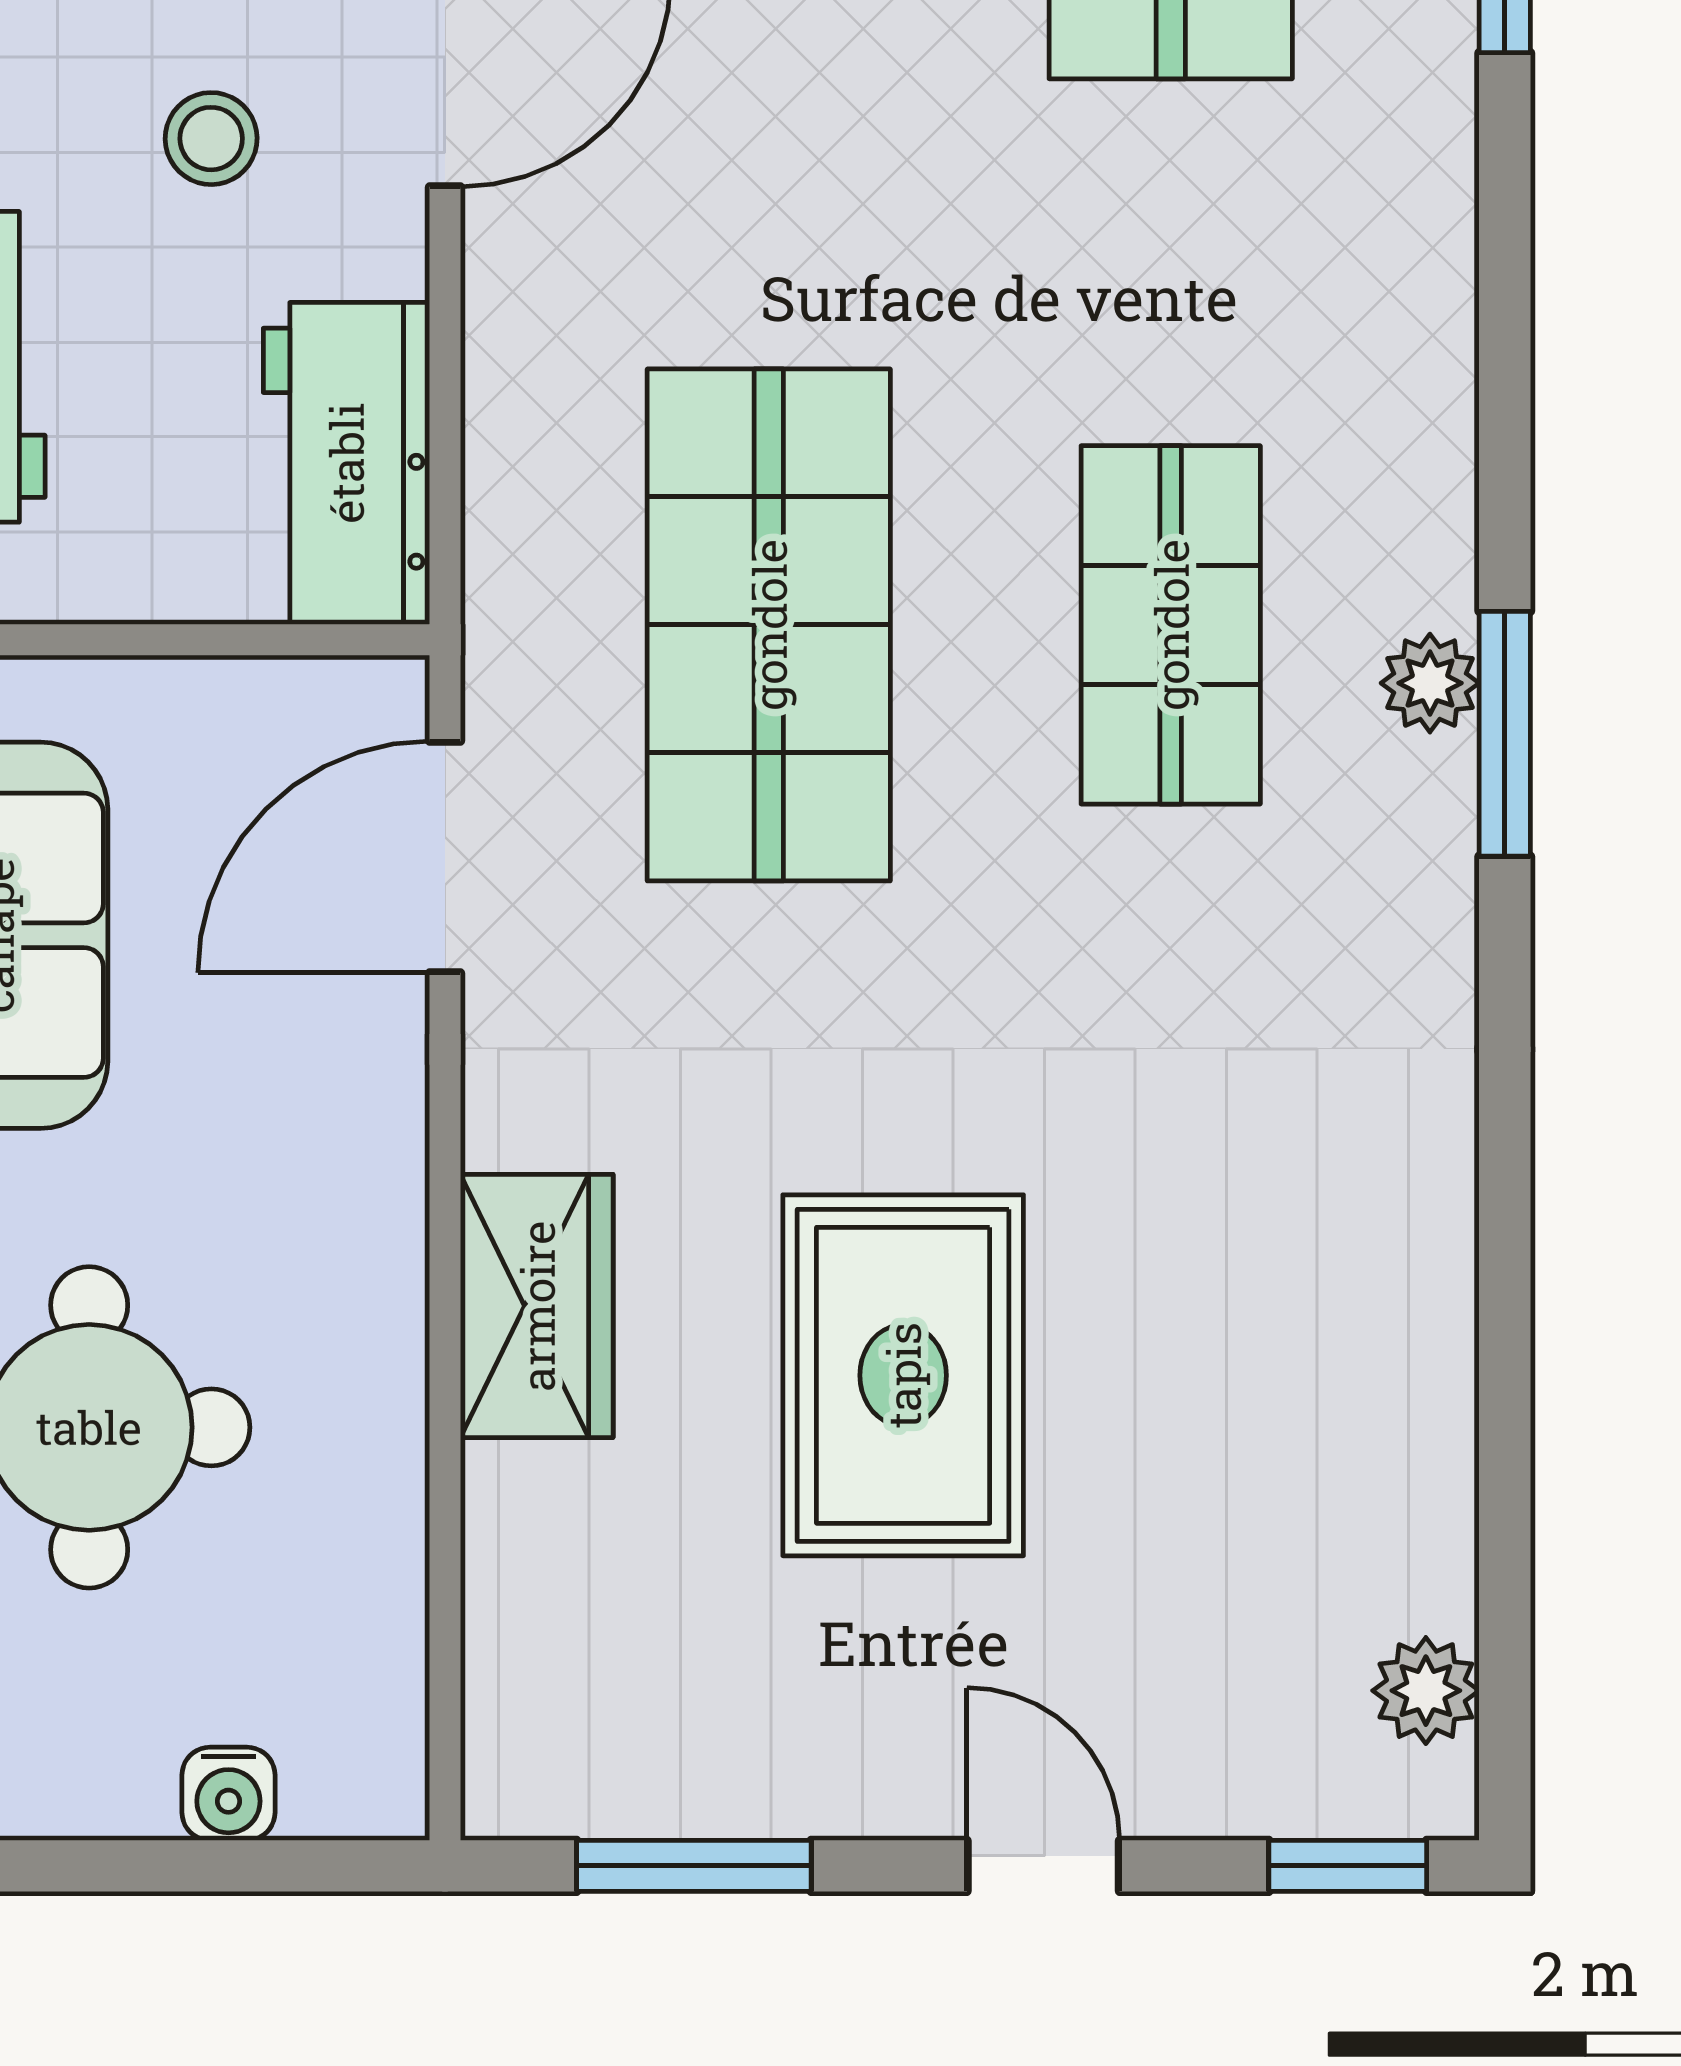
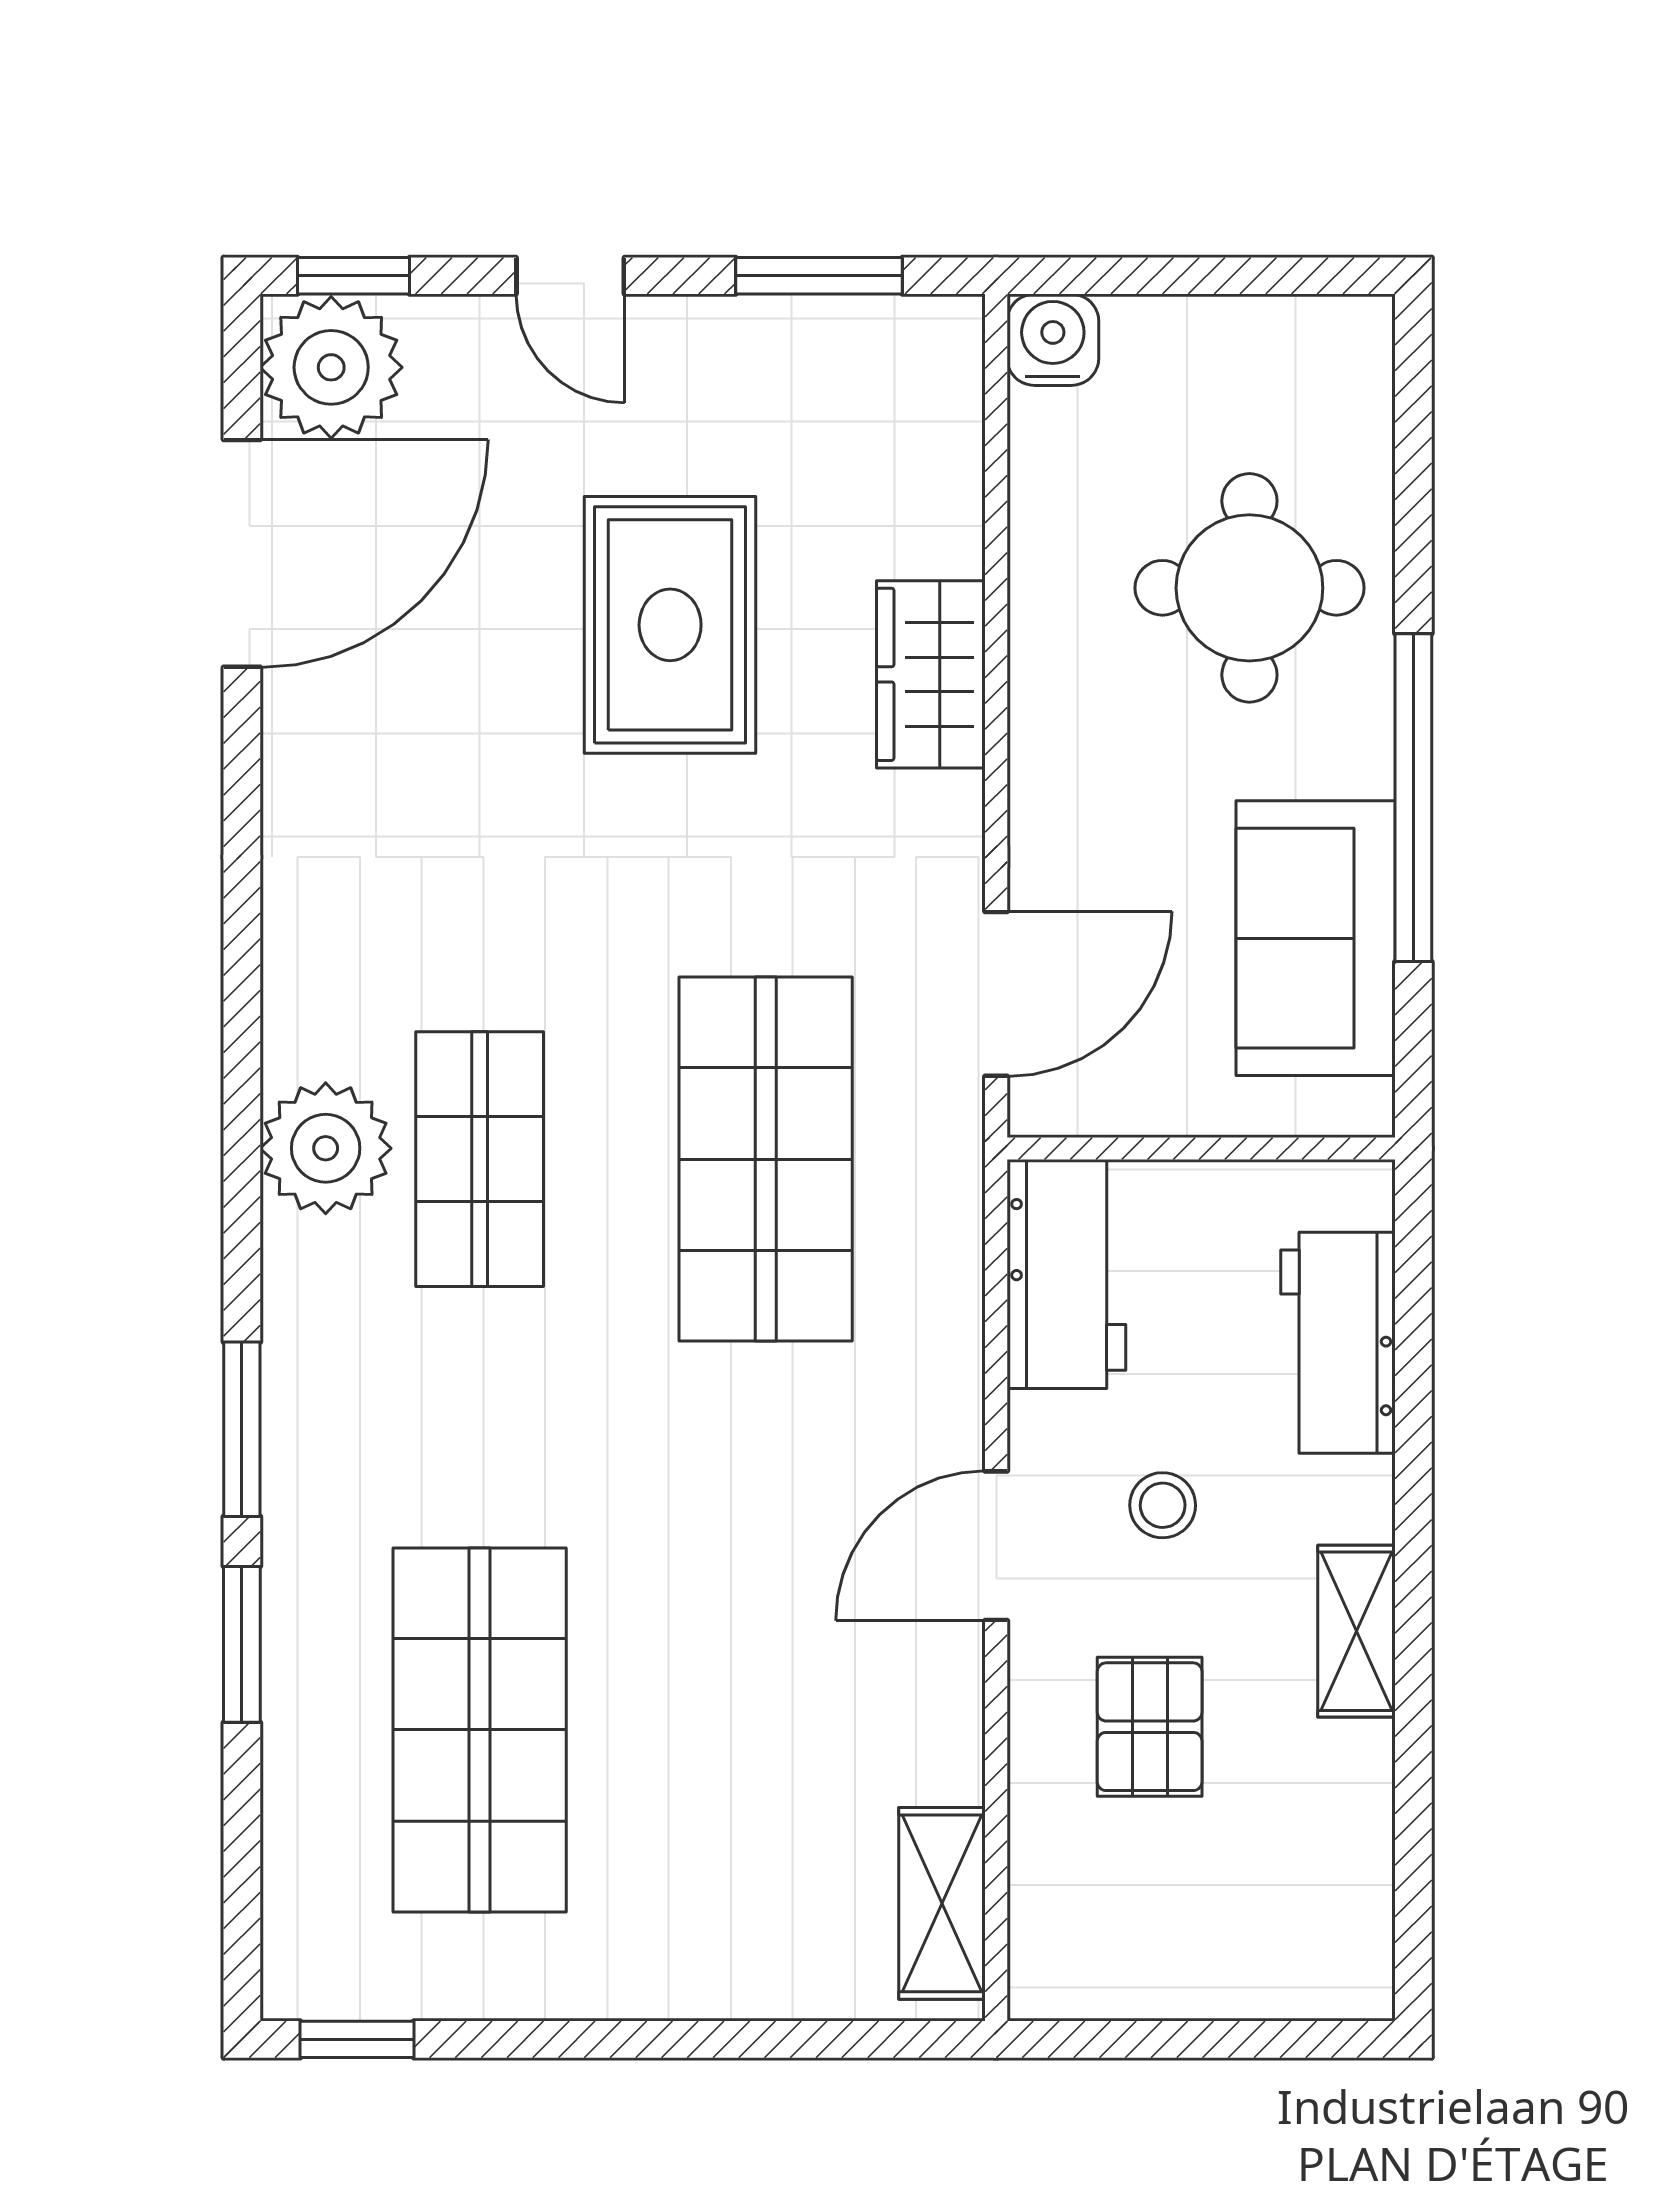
plant: (1430, 683) -> (326, 1148), width x1.87, depth x1.87
window: (1505, 734) -> (242, 1429), moved
door: (1505, 1476) -> (242, 553), added
plant: (1426, 1691) -> (331, 367), width x1.87, depth x1.87
water cooler: (228, 1794) -> (1053, 340), moved, width x1.38, depth x1.38

